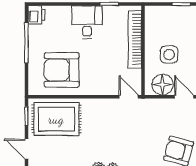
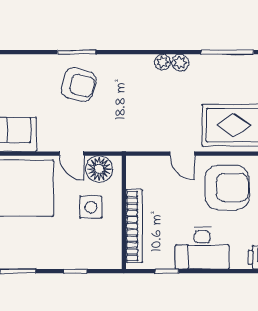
desk: (87, 22) -> (202, 248), width x1.37
door: (129, 97) -> (182, 154), moved

